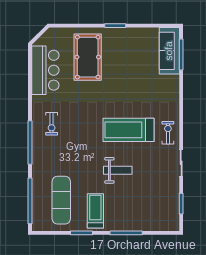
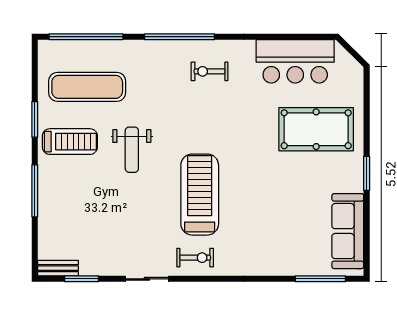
sofa: (169, 51) -> (348, 231), moved, turned -90
weight bench: (118, 170) -> (132, 150), moved
bench: (174, 218) -> (58, 268), added

